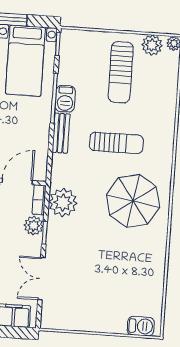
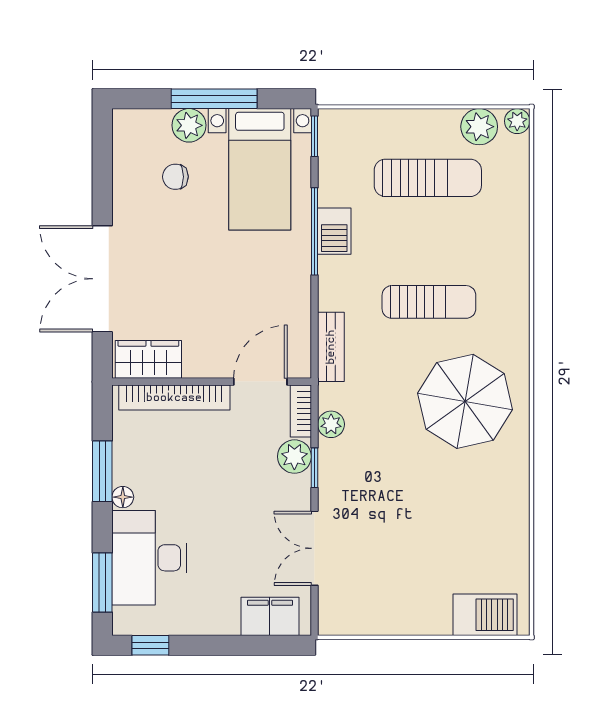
sun lounger: (121, 72) -> (428, 178), turned -90
bench: (61, 133) -> (331, 347), moved
plant: (63, 202) -> (331, 424), width x0.53, depth x0.53
barbecue: (141, 326) -> (485, 615), width x1.38, depth x1.27

